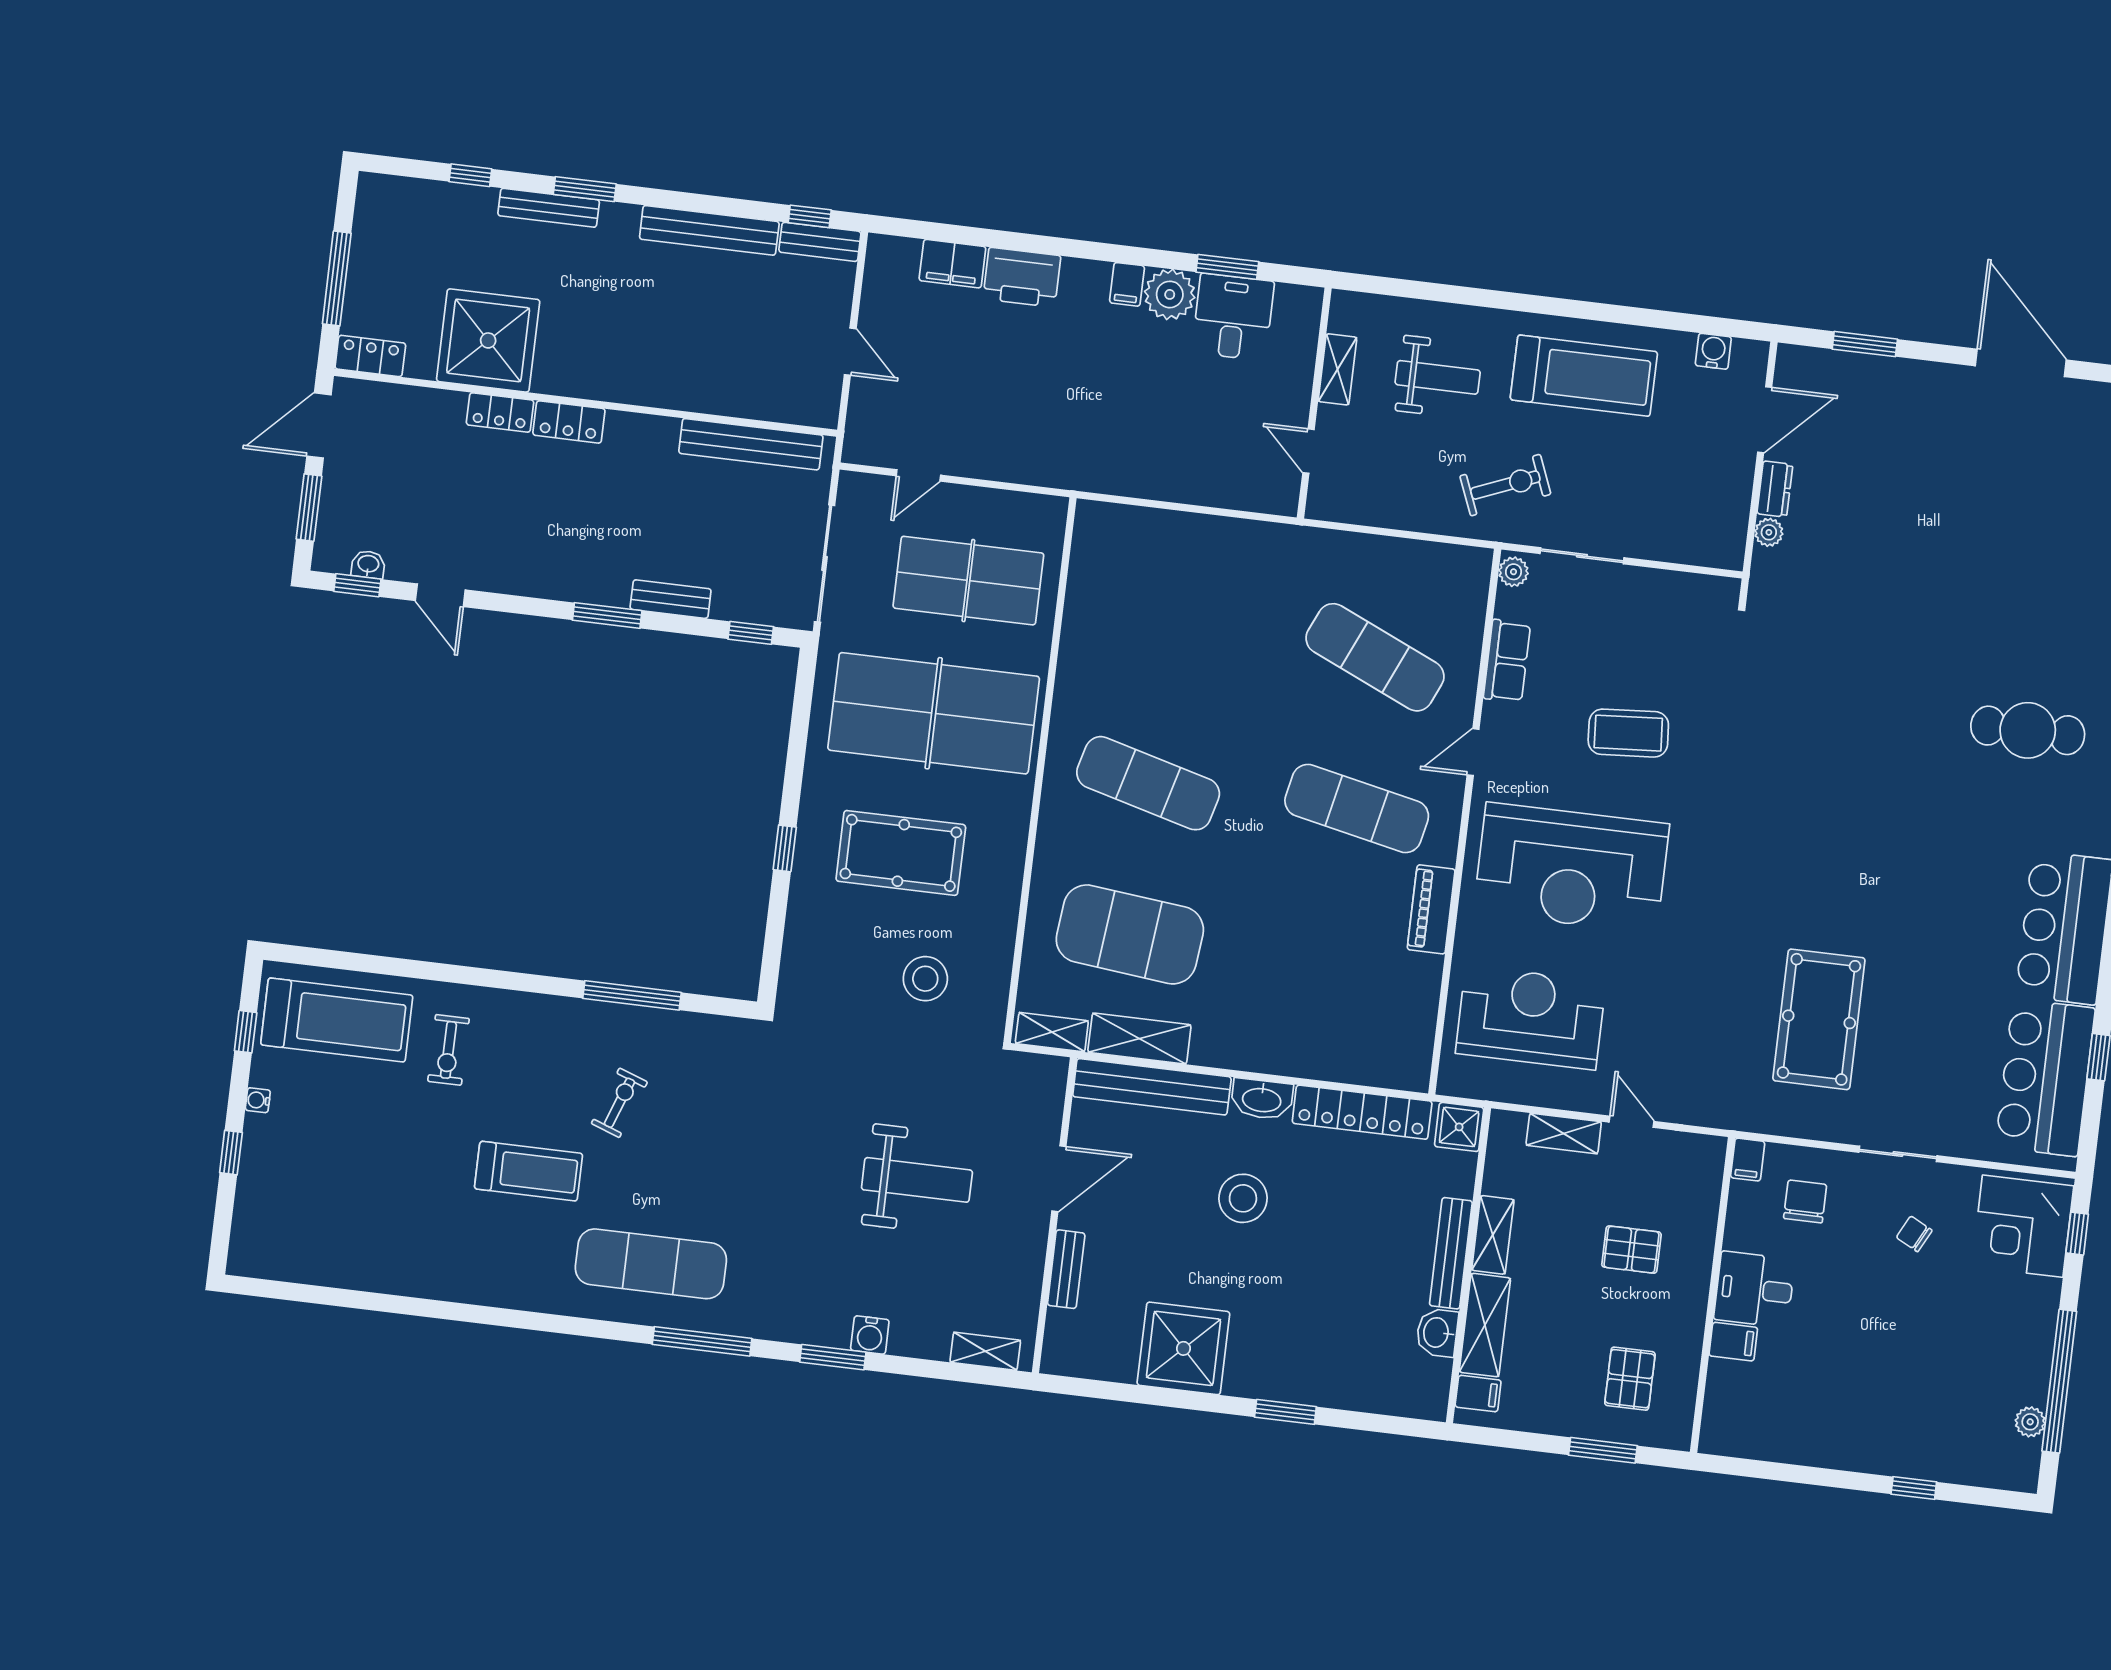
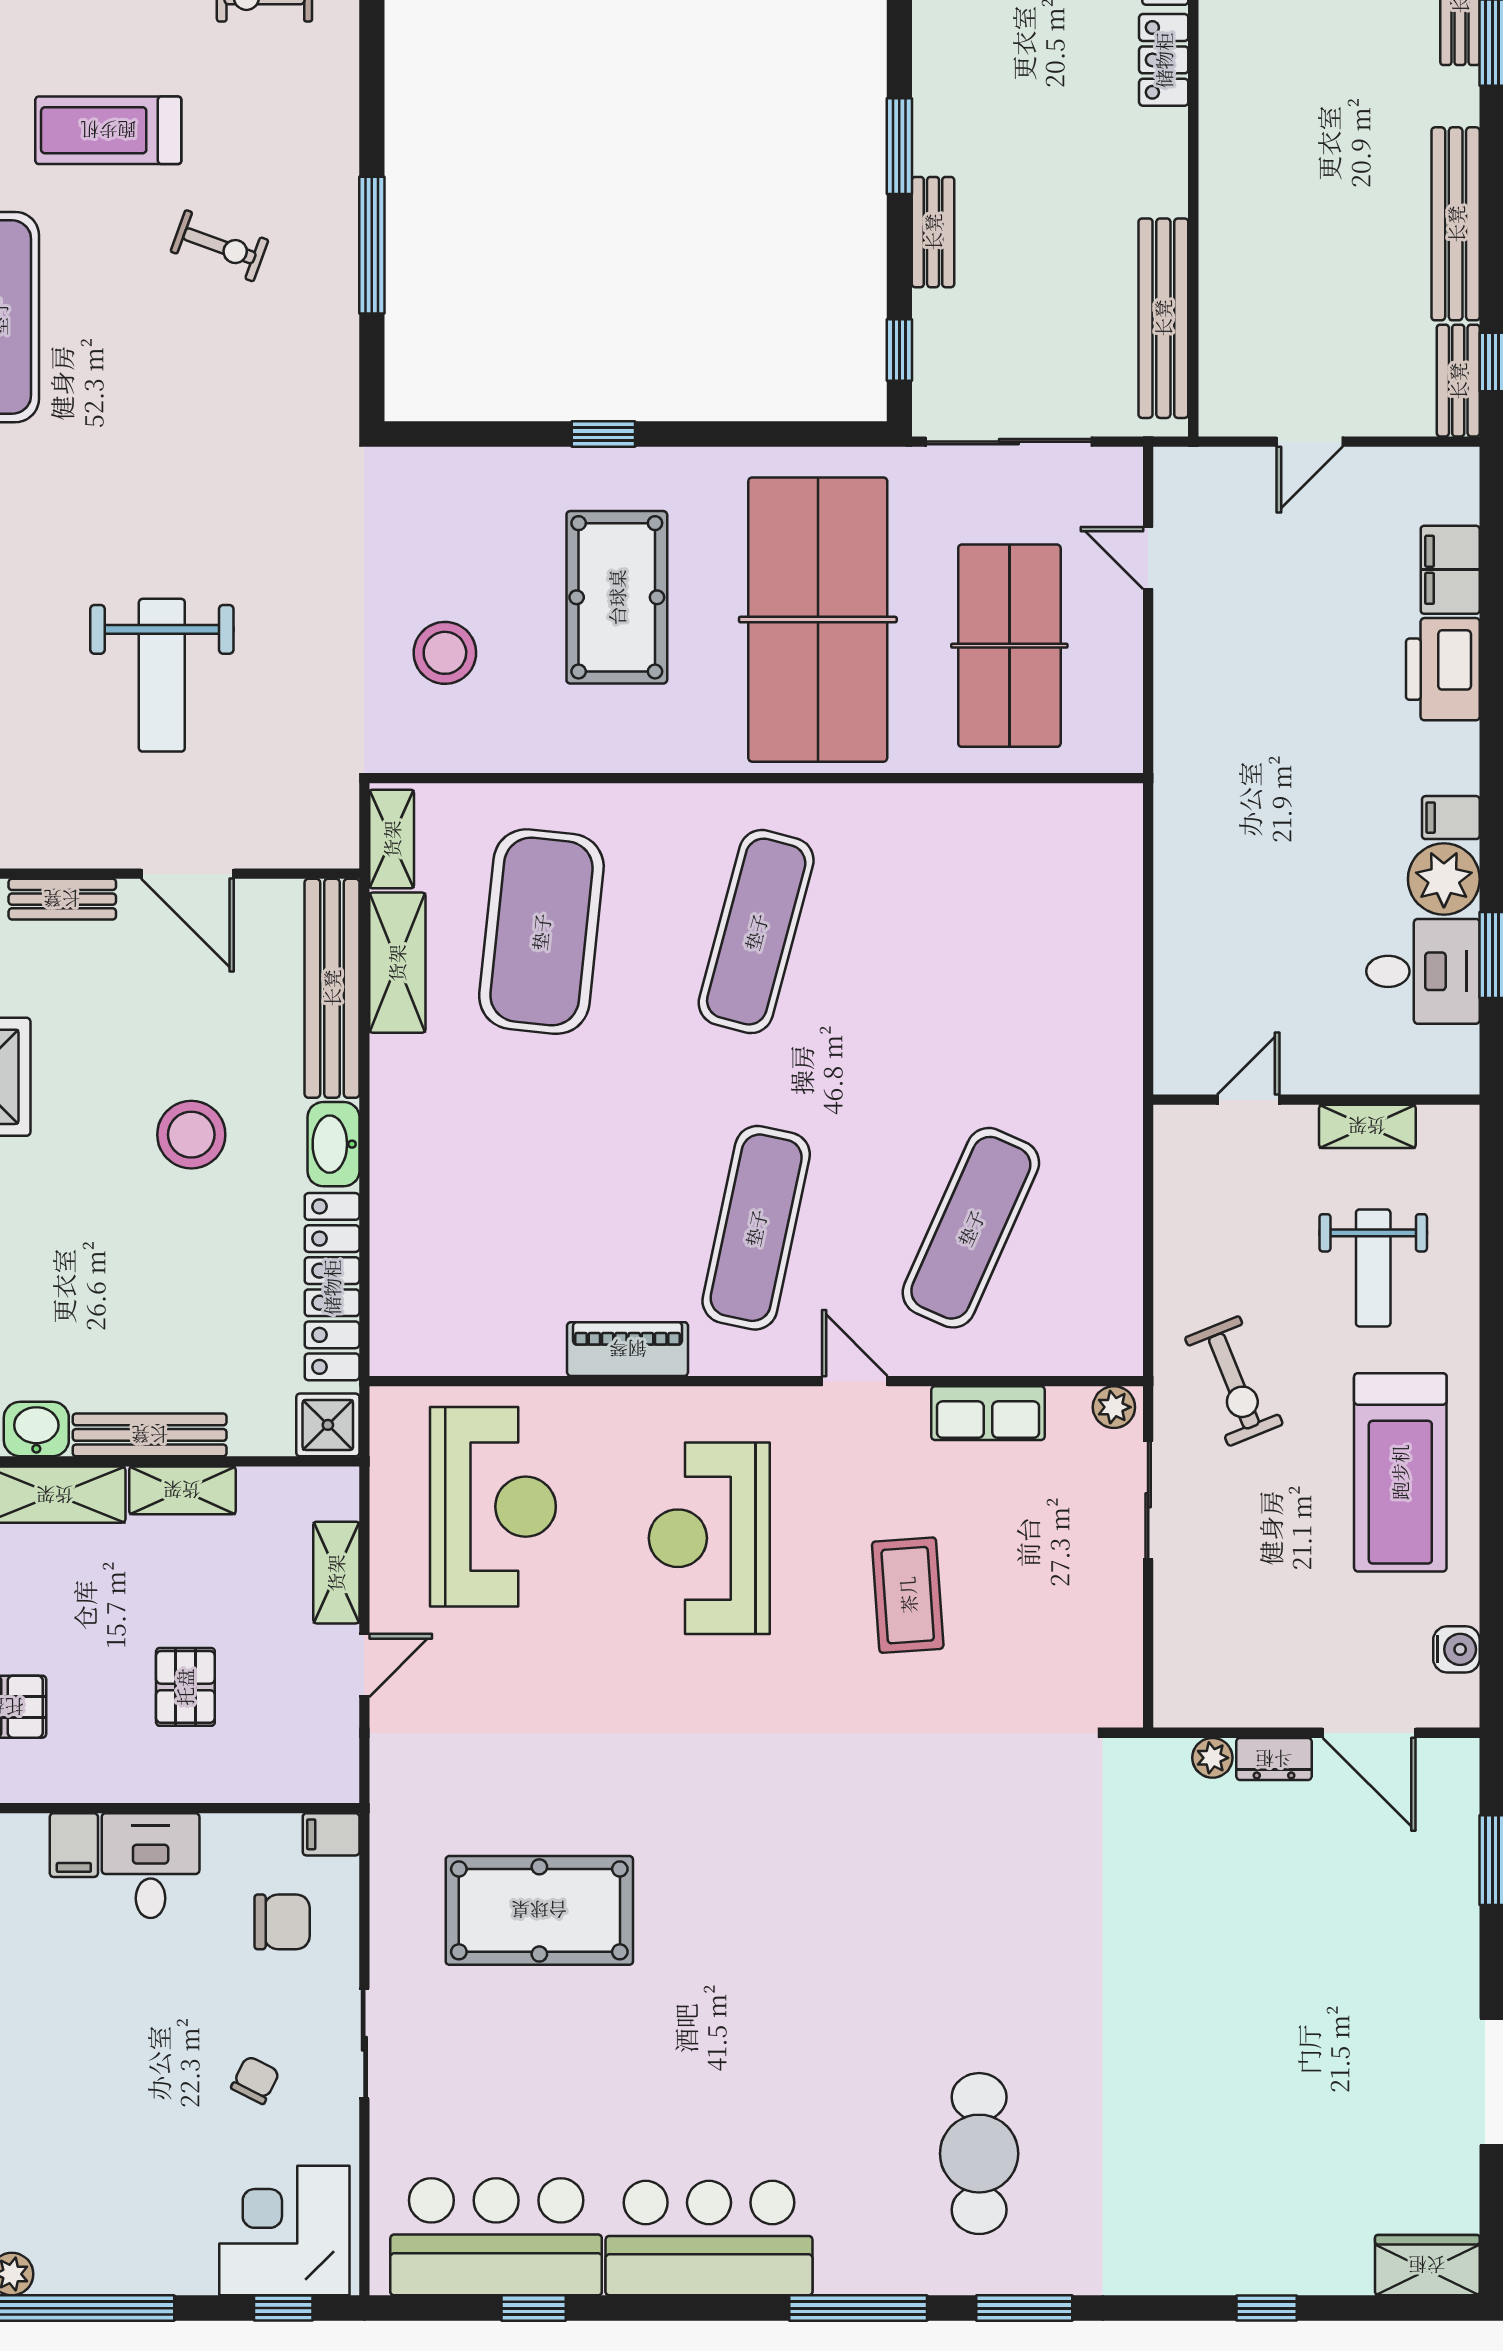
reception desk: (1571, 868) -> (709, 1538), width x0.74, depth x0.77
treadmill: (529, 1171) -> (108, 130), turned 90

